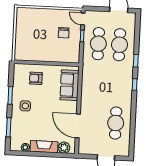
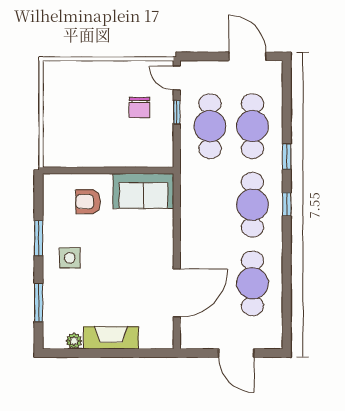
cafe table: (118, 84) -> (252, 205), added
sofa: (69, 85) -> (143, 191), moved, turned -90
door: (78, 126) -> (177, 293), swing flipped
plant: (64, 148) -> (151, 338), removed

